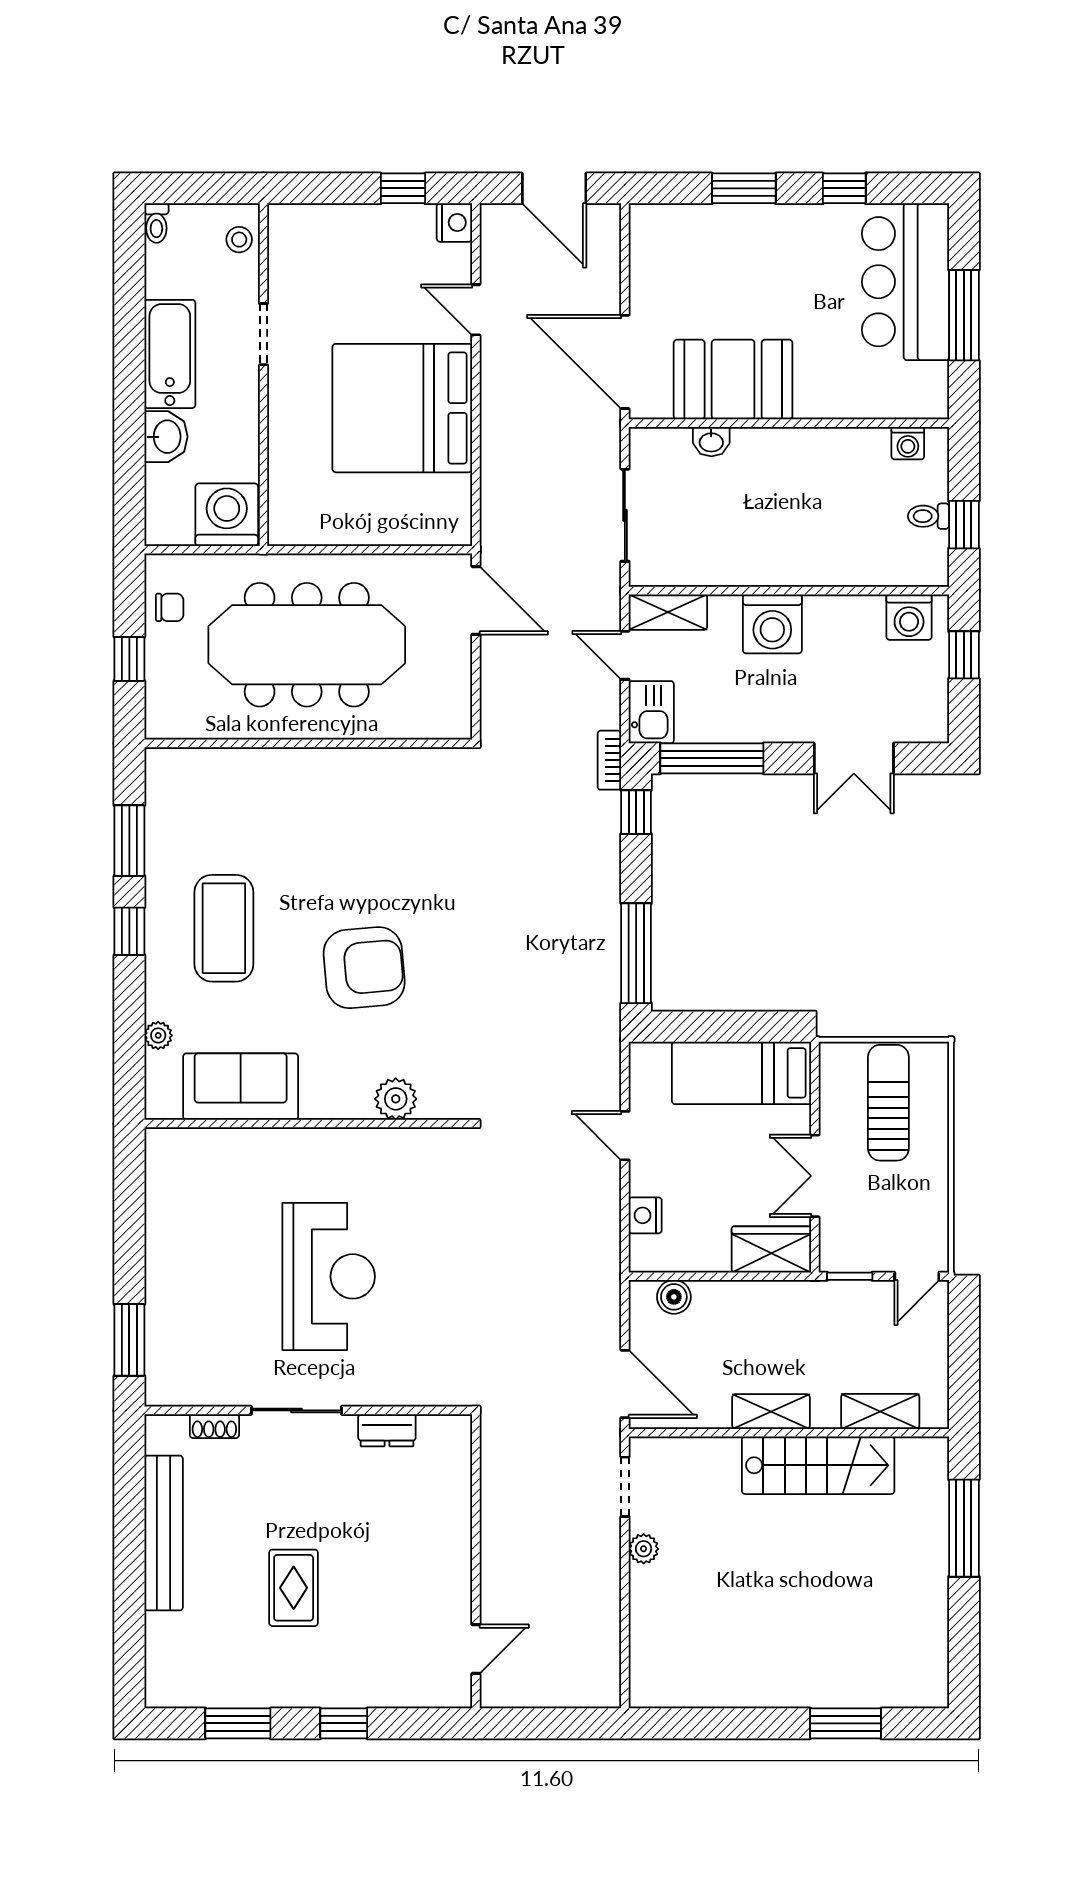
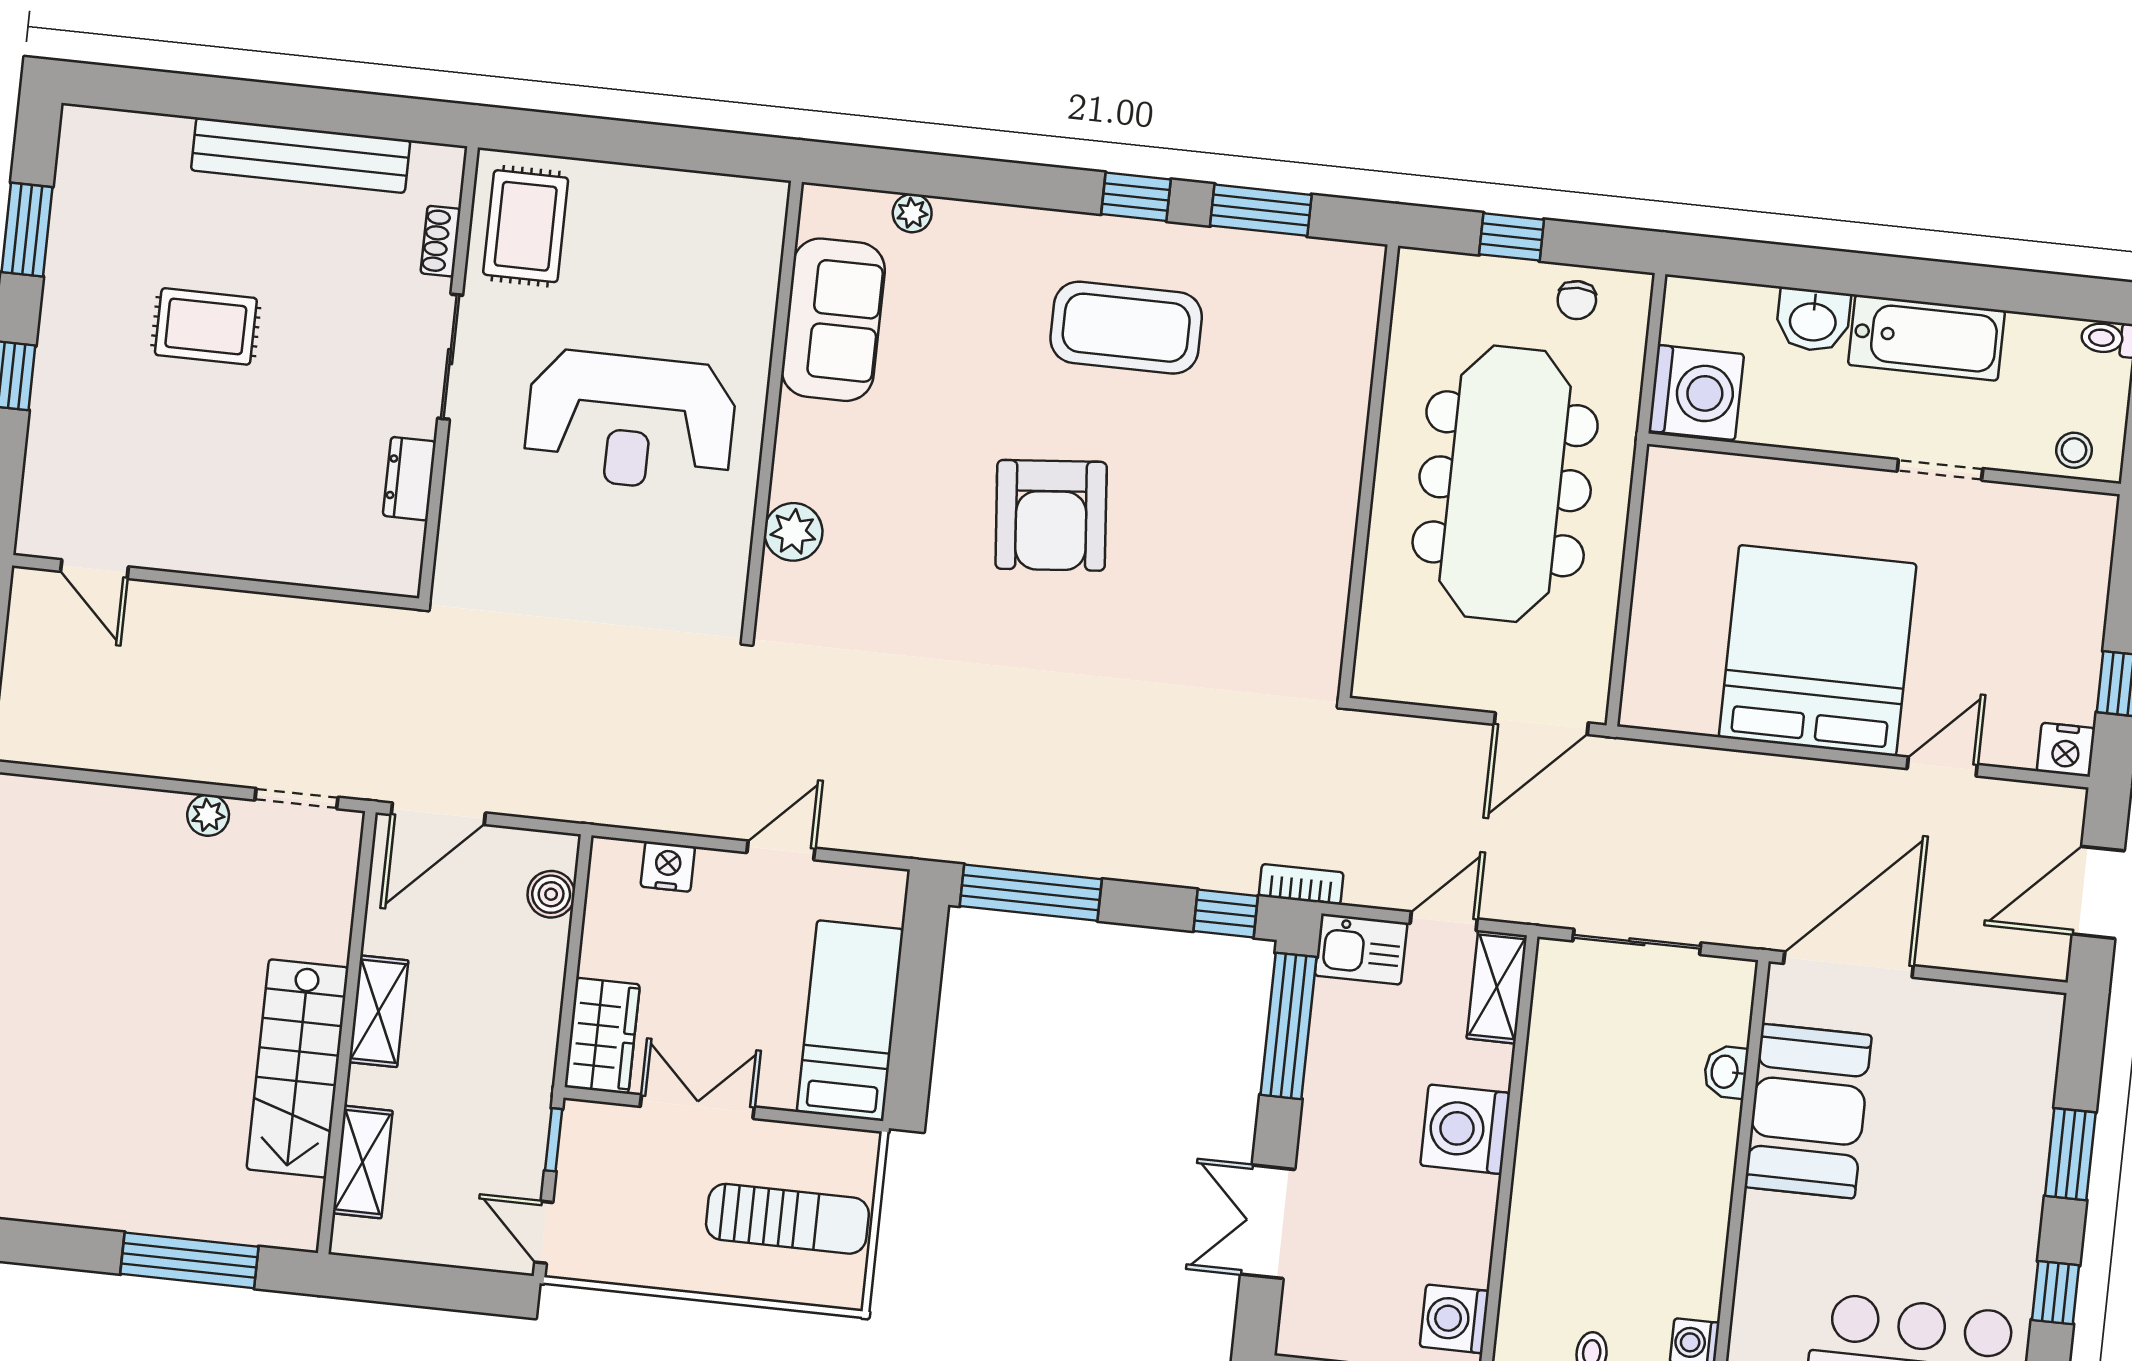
plant: (158, 1035) -> (912, 213), moved
sofa: (241, 1087) -> (833, 320), moved
plant: (396, 1099) -> (793, 532), moved
wall: (308, 1124) -> (772, 407), moved
window: (129, 1340) -> (572, 137), removed
rug: (197, 1366) -> (526, 226), added

